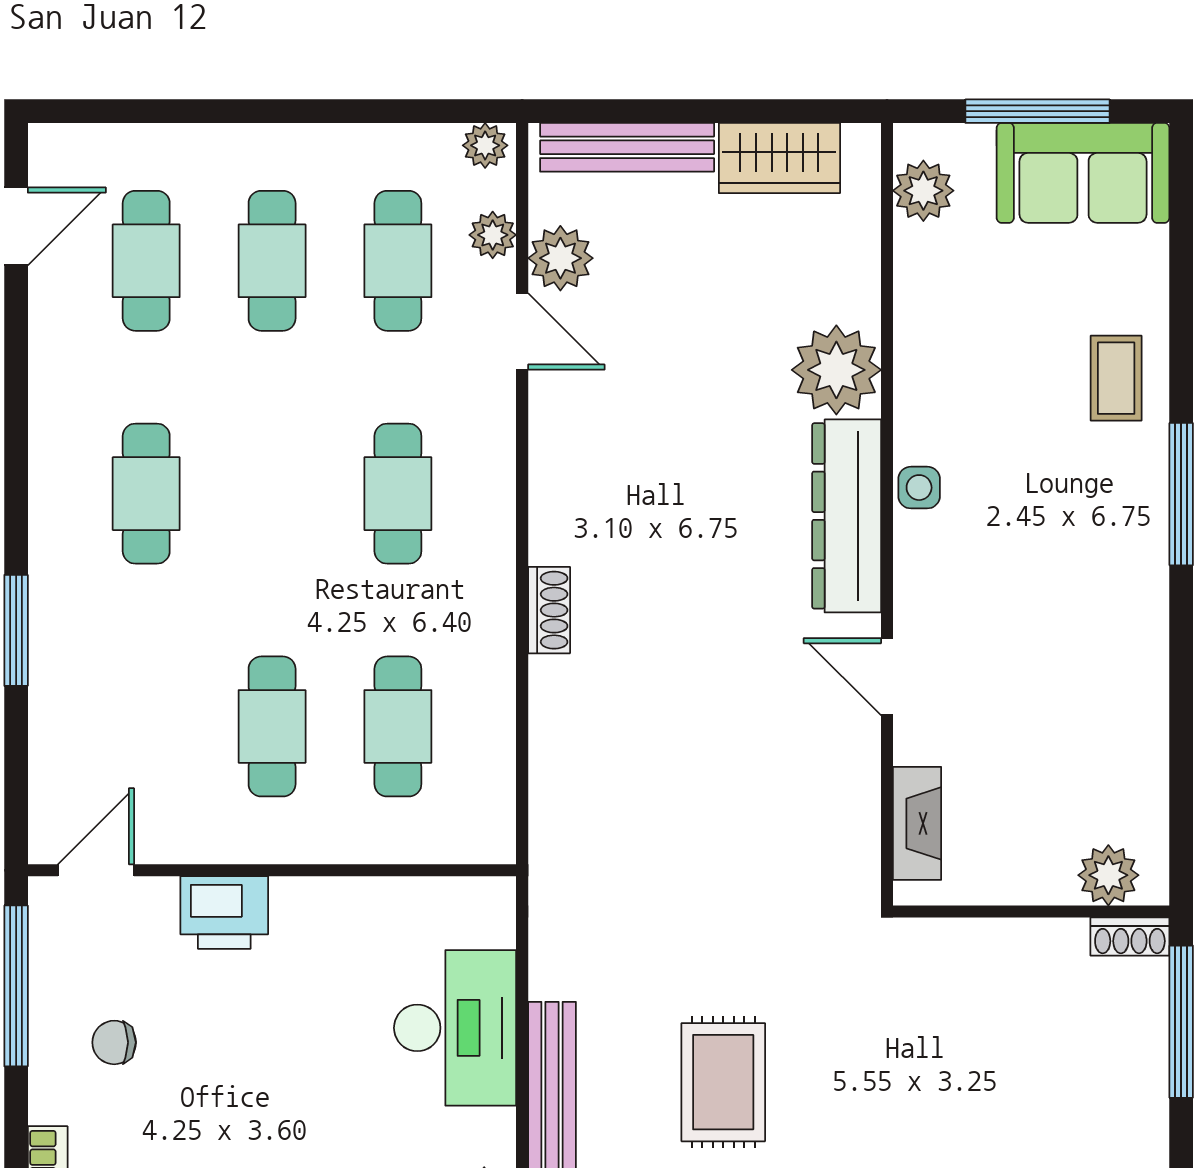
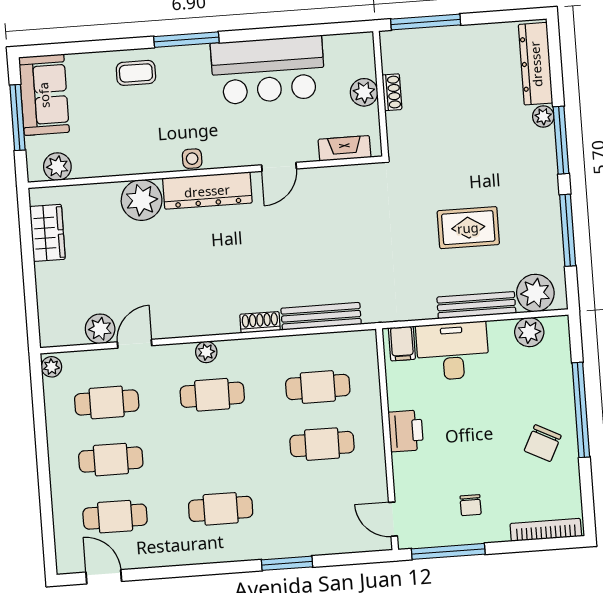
bench: (627, 147) -> (321, 316), moved, turned 90
plant: (493, 235) -> (206, 352), moved
bar counter: (1101, 668) -> (268, 70), added
plant: (1108, 875) -> (364, 92), moved
printer: (224, 912) -> (406, 431), moved
filing cabinet: (480, 918) -> (402, 343), added
shoe rack: (1130, 936) -> (392, 92), moved

